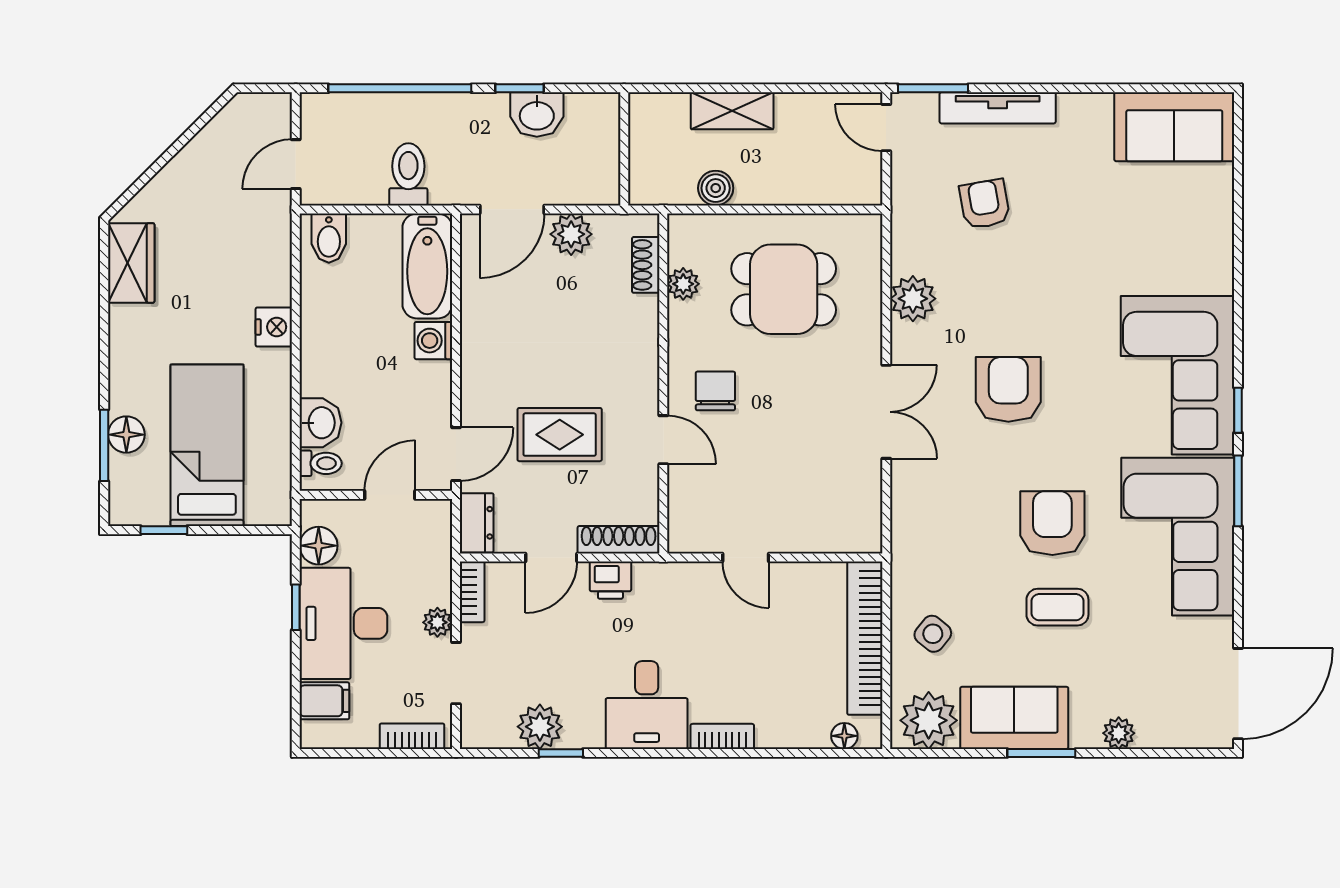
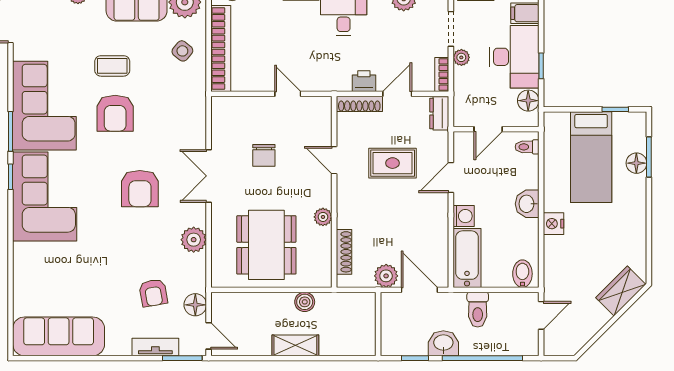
tv unit: (998, 108) -> (155, 347), width x0.71
washbasin: (537, 115) -> (443, 343), moved
sofa: (1174, 127) -> (59, 336), width x1.36
wall: (624, 149) -> (378, 324), moved
floor lamp: (910, 183) -> (195, 305), added
door: (512, 209) -> (419, 290), hinge flipped
wardrobe: (131, 263) -> (621, 291), moved, turned 45
shoe rack: (646, 265) -> (344, 252), width x1.43
plant: (683, 284) -> (323, 217), moved
dining table: (784, 289) -> (266, 245), width x1.38
chair: (715, 391) -> (264, 155), moved
washbasin: (320, 423) -> (527, 204), moved
door: (456, 454) -> (451, 177), moved

